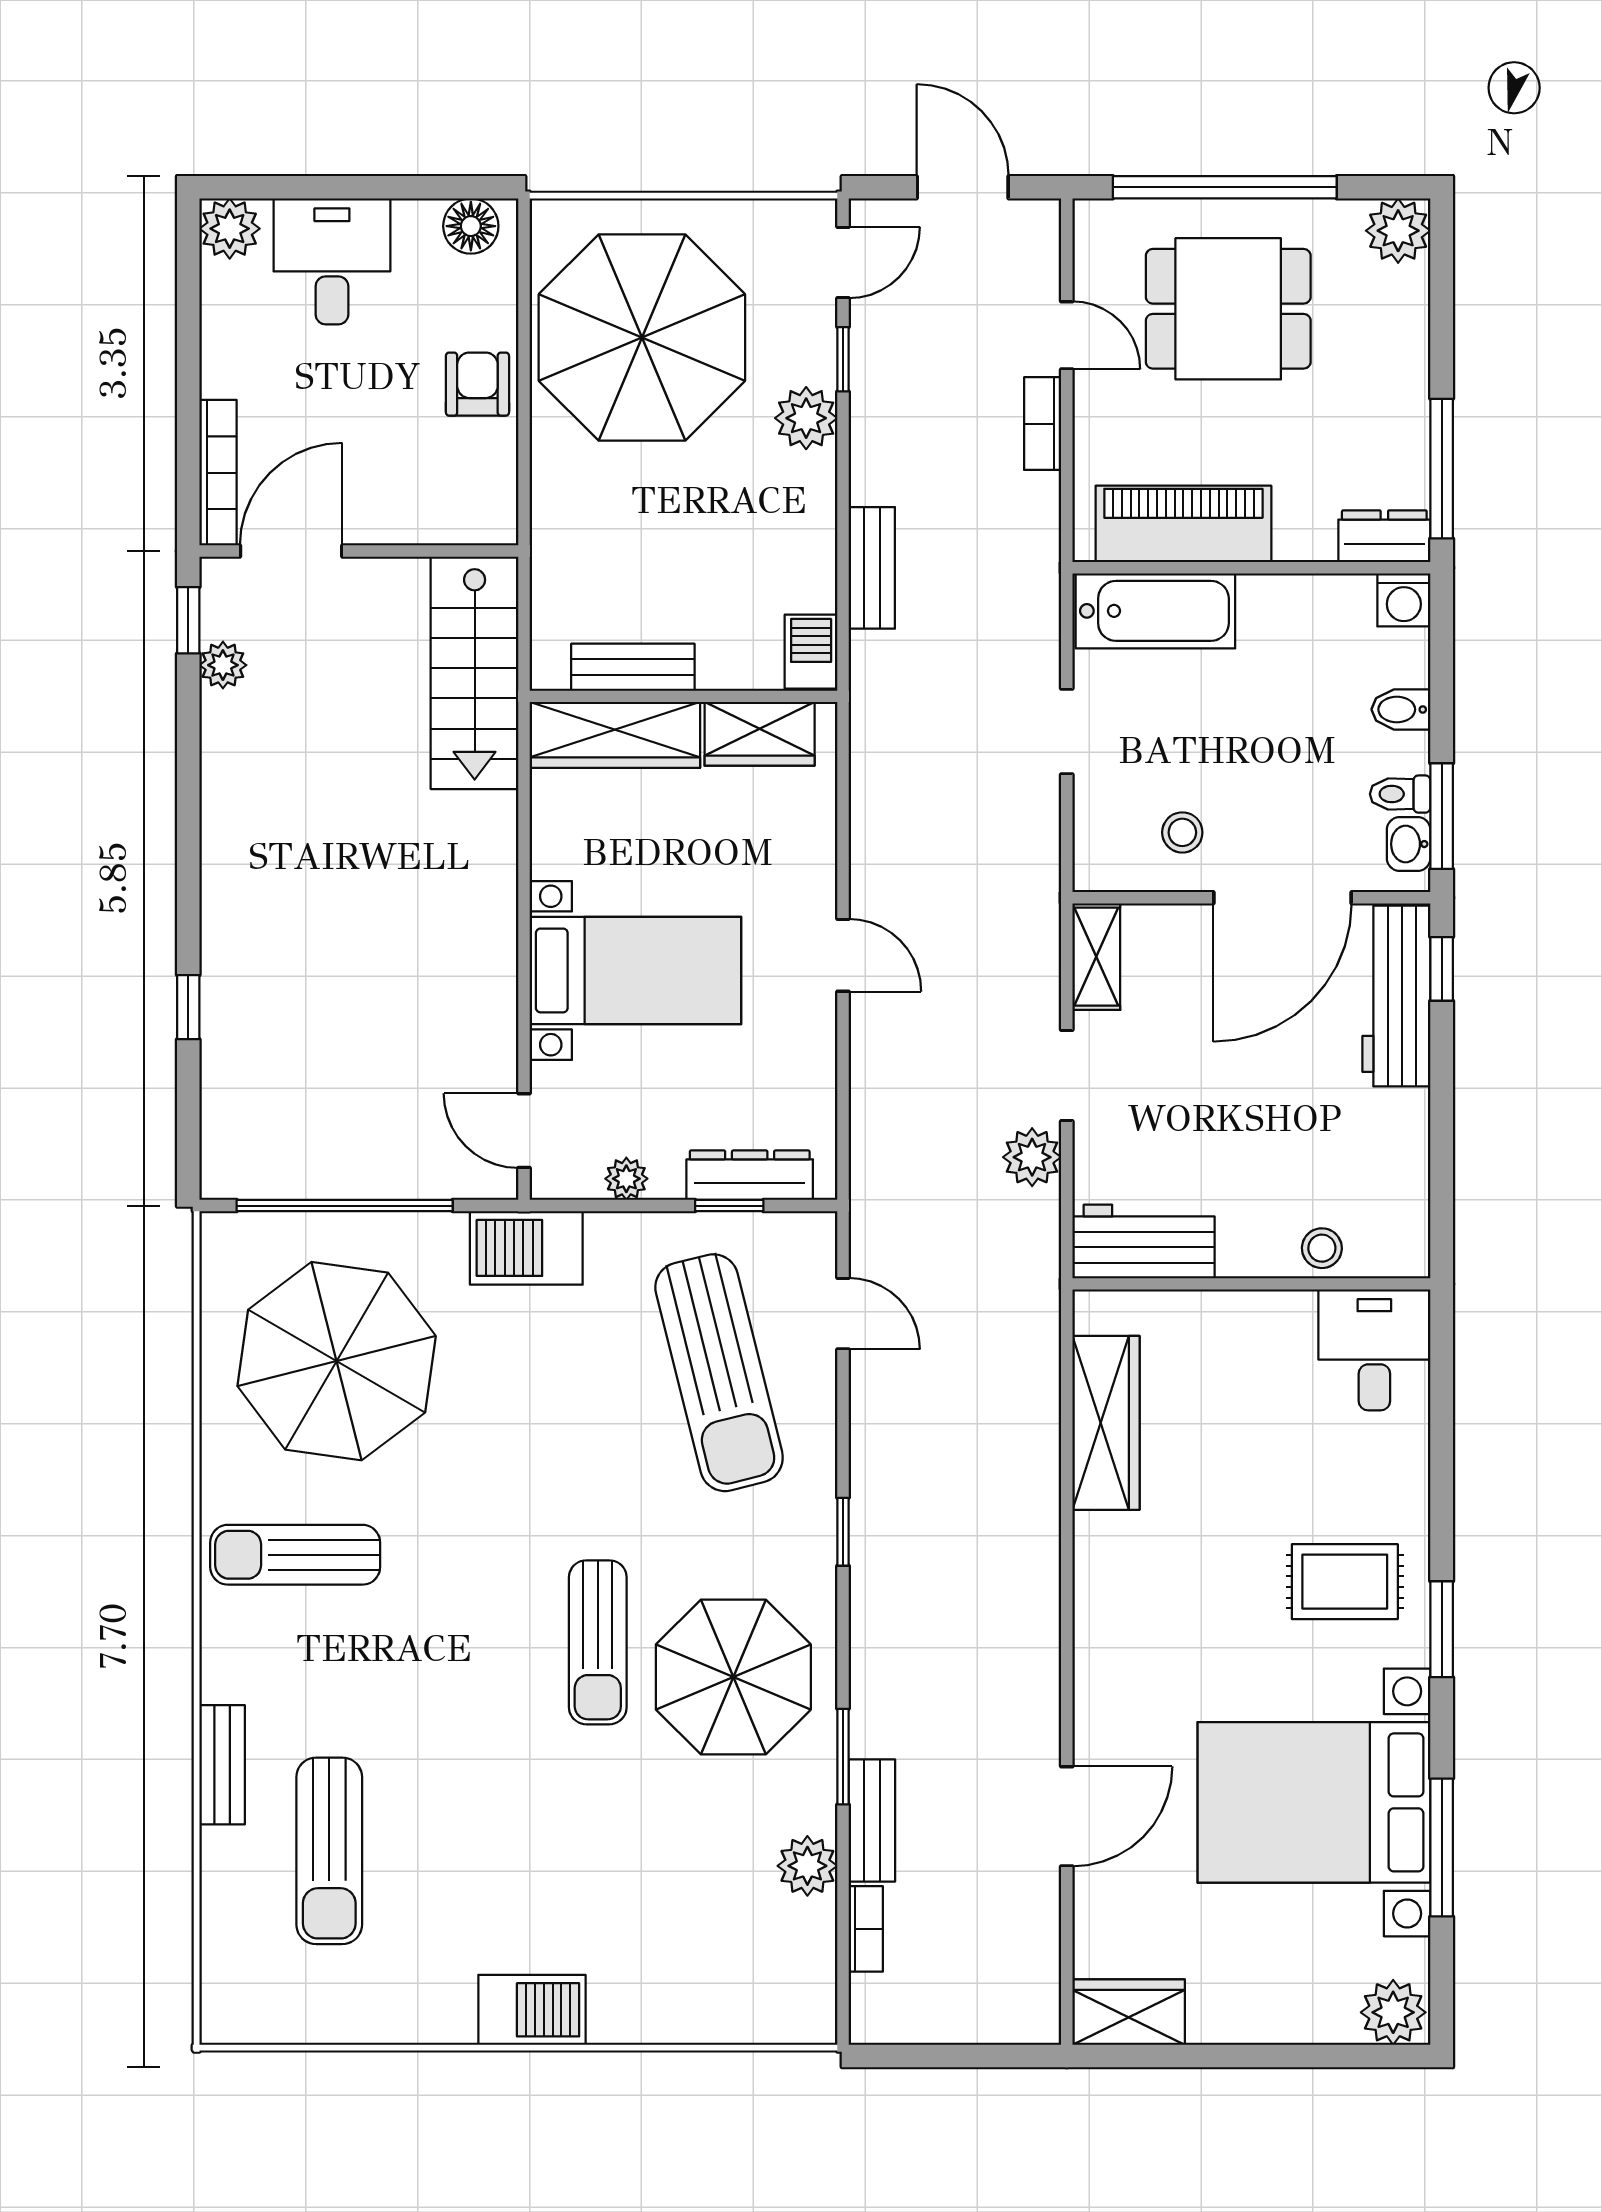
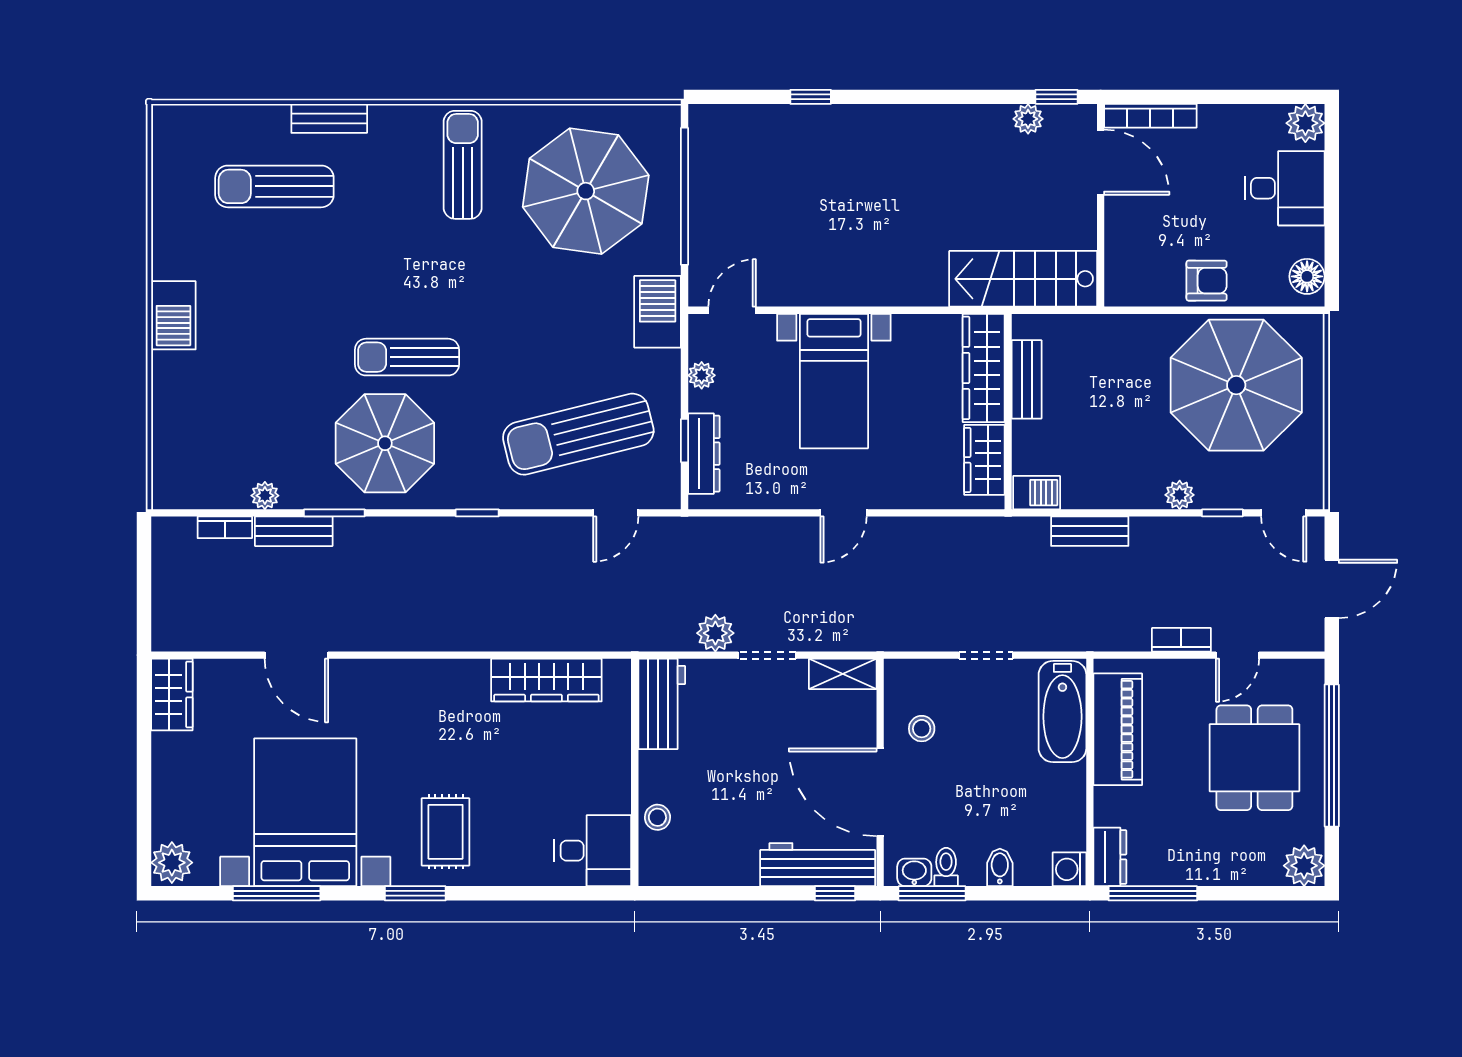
plant: (806, 418) -> (1180, 495), width x0.73, depth x0.73
plant: (807, 1866) -> (265, 496), width x0.73, depth x0.73

